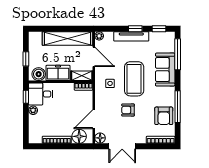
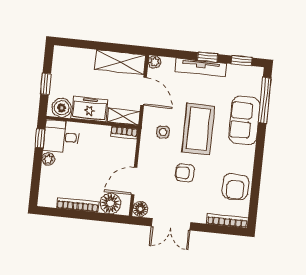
shelving: (67, 39) -> (120, 62), width x0.68
window: (178, 107) -> (257, 176), removed

